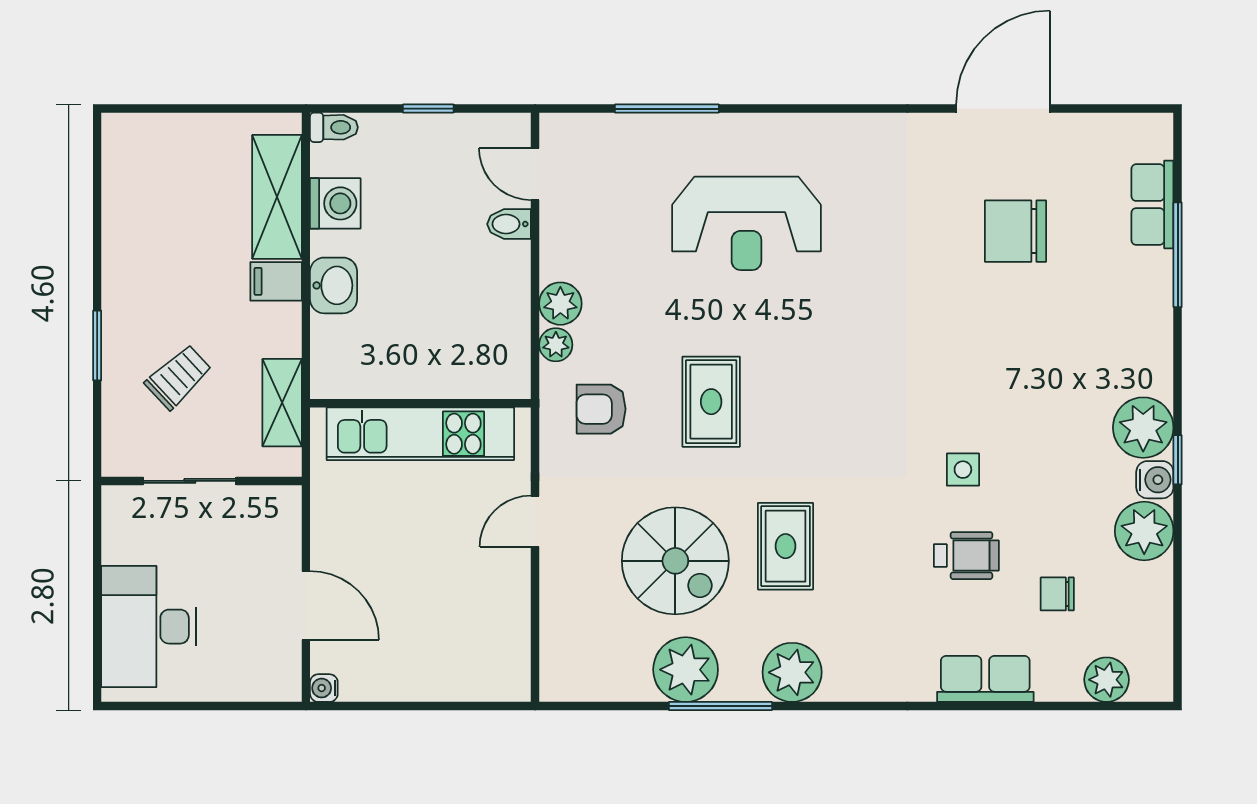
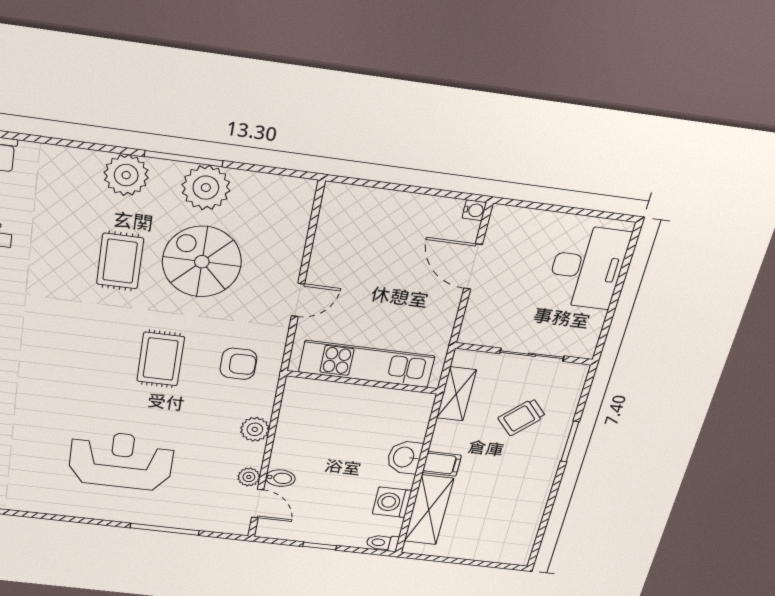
plant: (556, 345) -> (249, 477), moved

